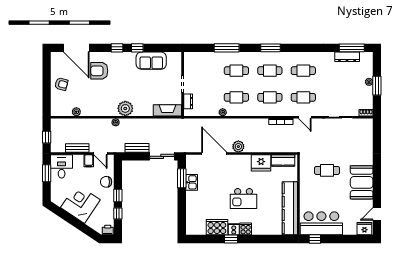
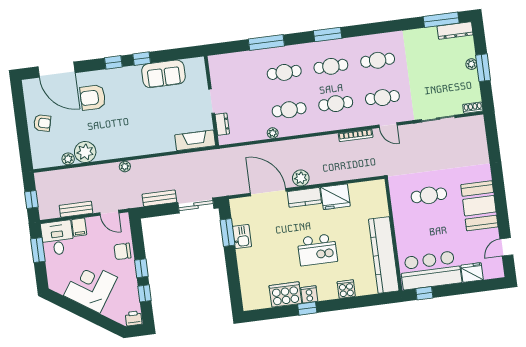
dresser: (347, 57) -> (455, 31), moved
plant: (125, 108) -> (85, 152), moved
filing cabinet: (89, 161) -> (79, 227), moved
kitchen counter: (283, 161) -> (304, 197), moved
cooker: (246, 229) -> (346, 289), moved
fridge: (364, 229) -> (472, 272), moved

